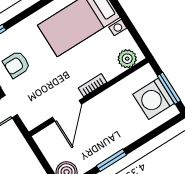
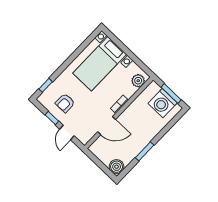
door: (67, 111) -> (107, 126), hinge flipped

